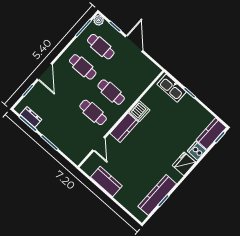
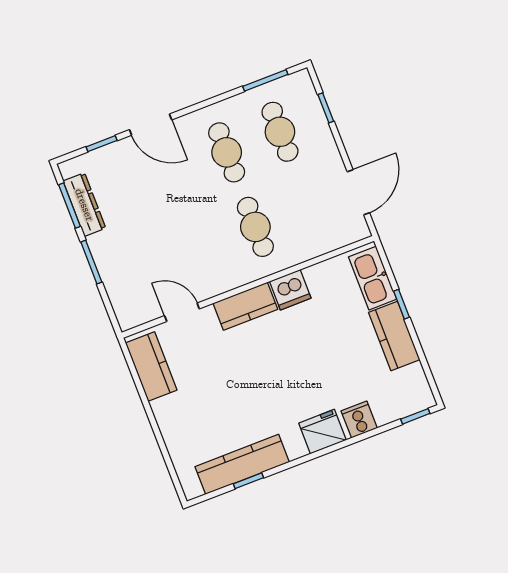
plant: (99, 20) -> (301, 81), removed
door: (134, 44) -> (358, 192), moved
door: (45, 72) -> (151, 125), hinge flipped
cafe table: (93, 112) -> (202, 248), removed
dresser: (31, 117) -> (84, 205), width x1.44
kitchen counter: (211, 134) -> (394, 336), moved, turned -90
door: (99, 144) -> (182, 312), swing flipped
kitchen counter: (106, 182) -> (151, 367), moved

